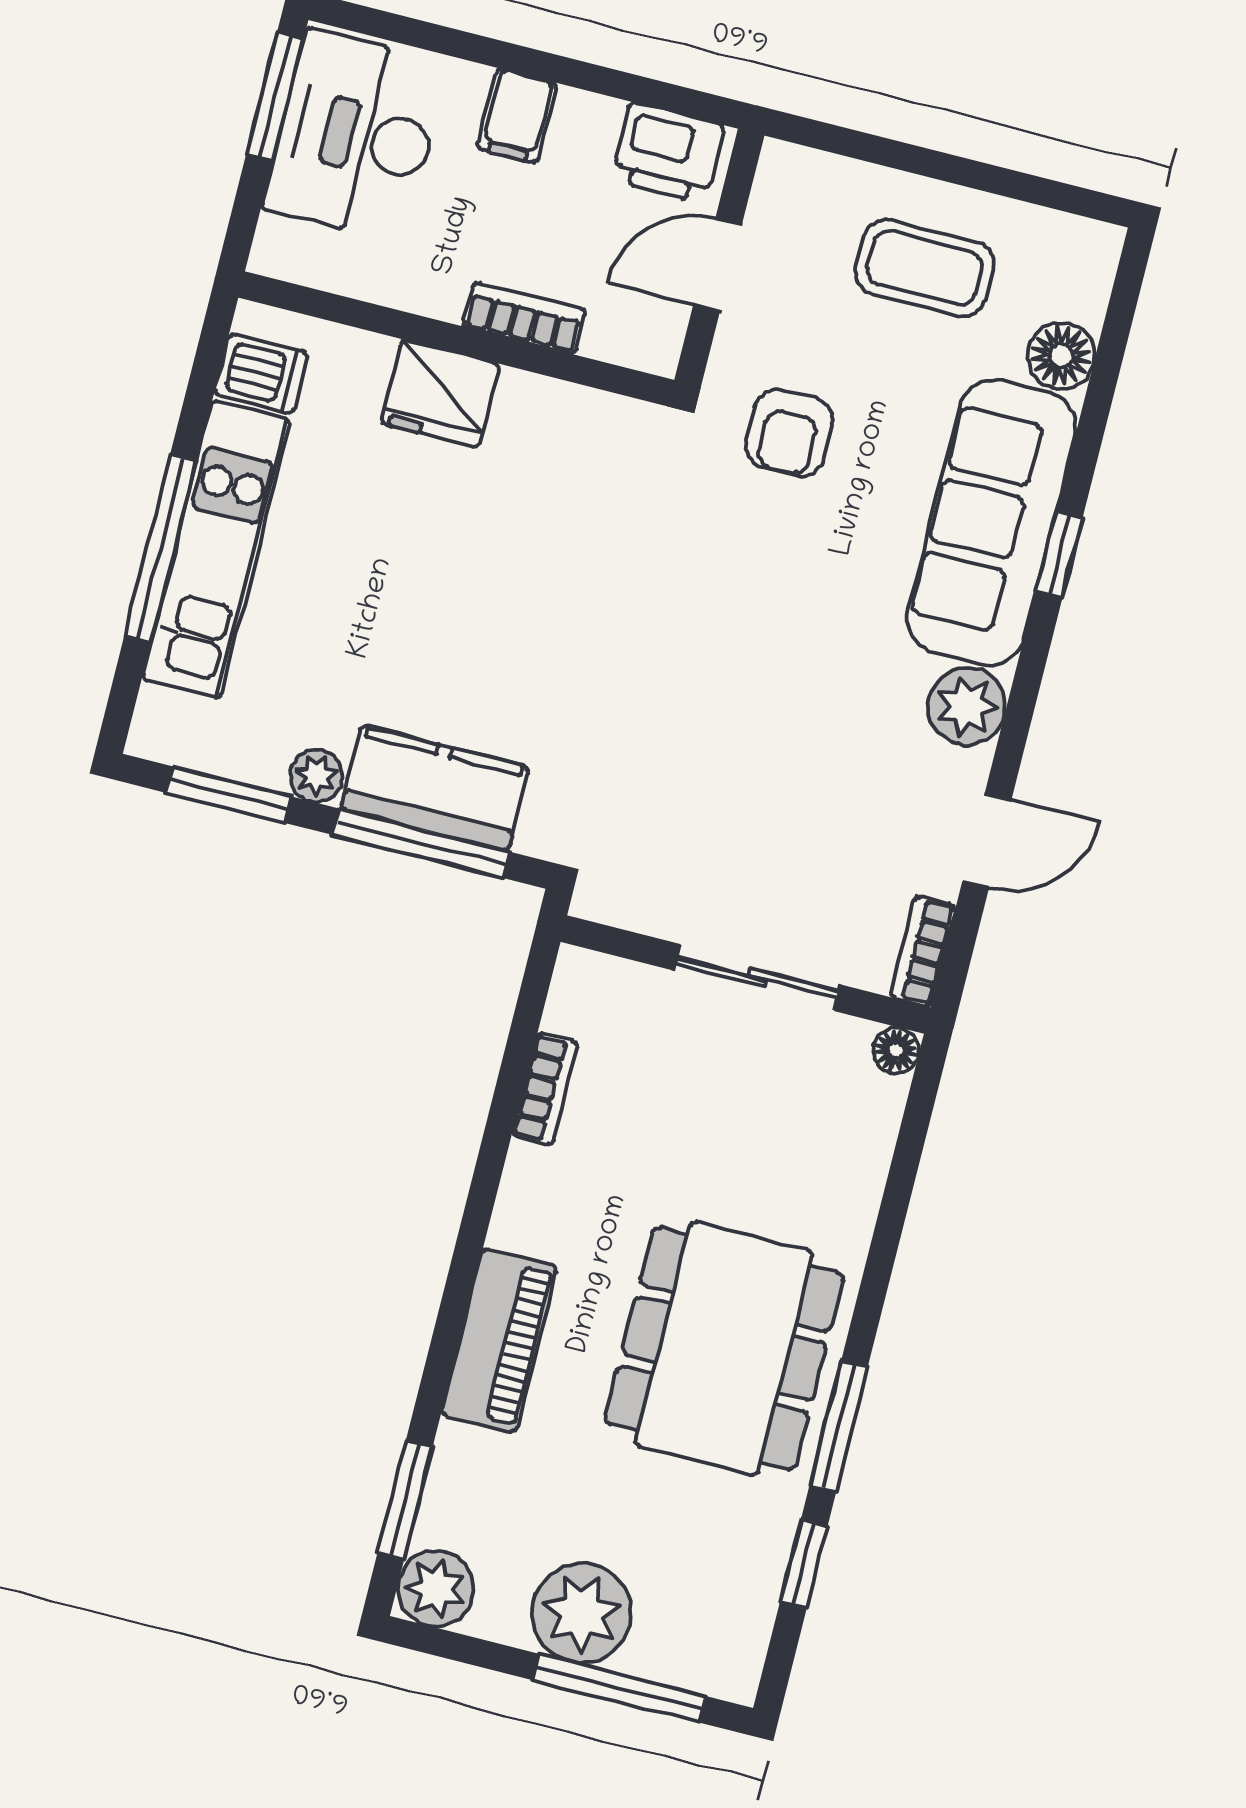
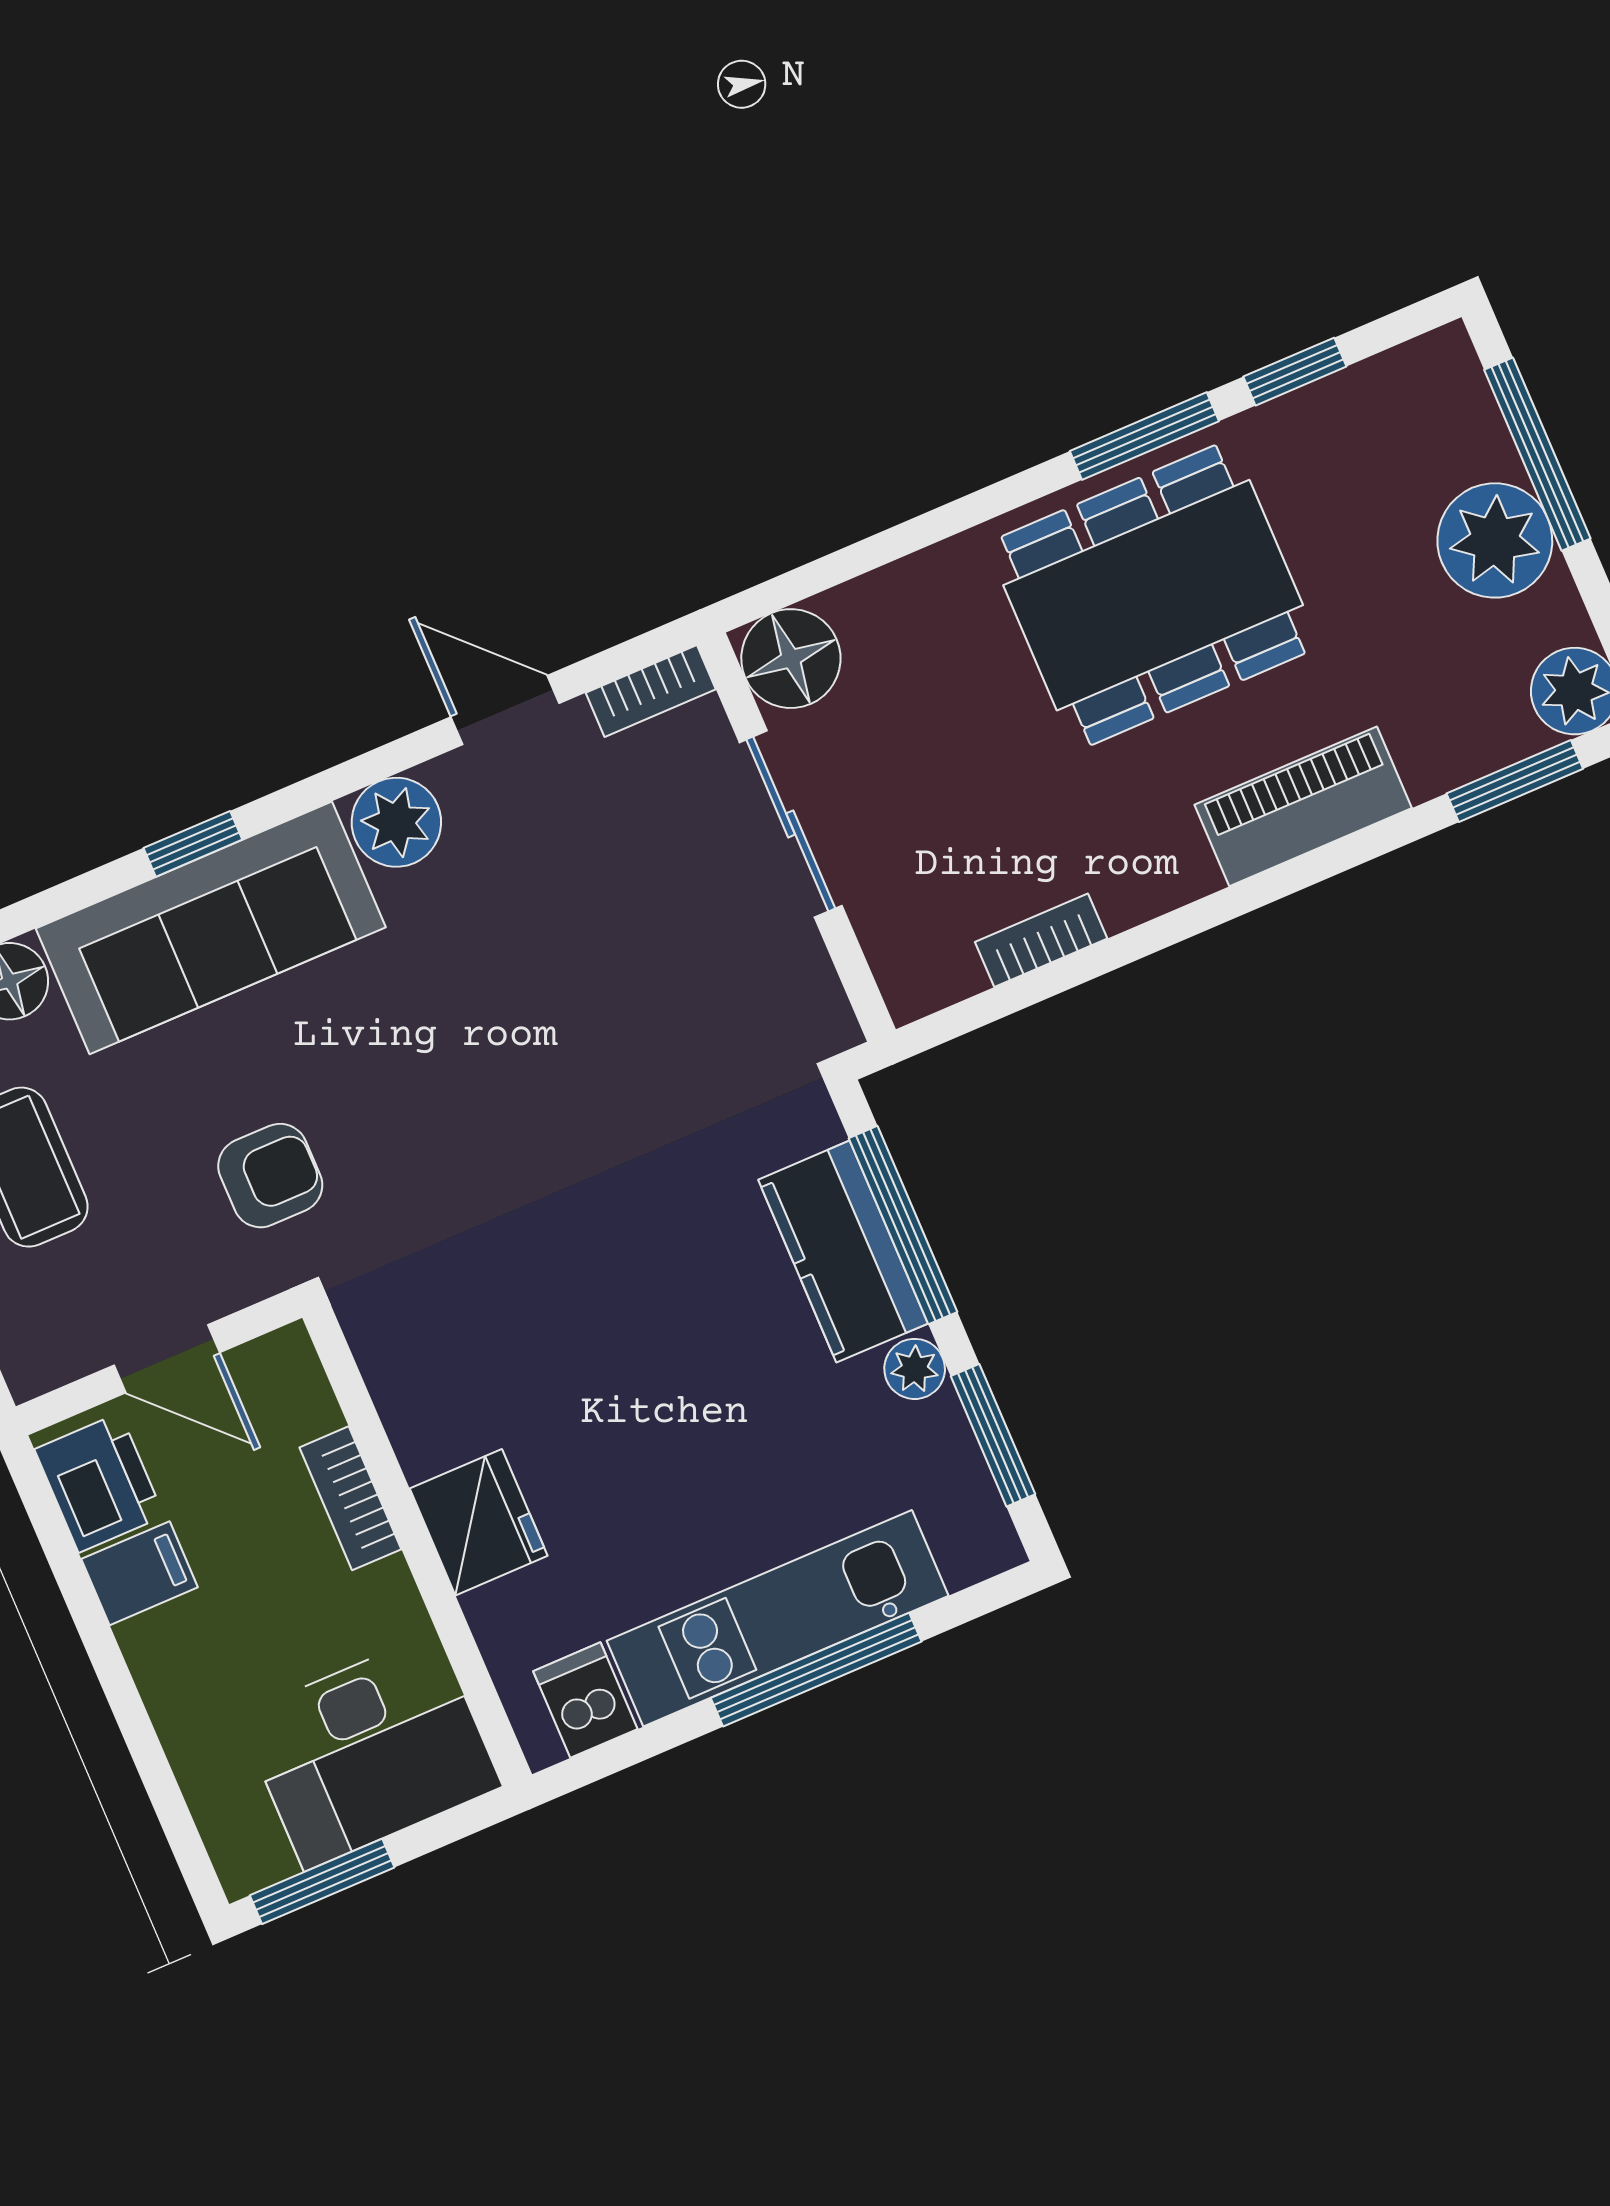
filing cabinet: (517, 116) -> (140, 1573), moved
desk: (355, 135) -> (370, 1751), moved
floor lamp: (896, 1050) -> (791, 659), width x1.89, depth x1.89

